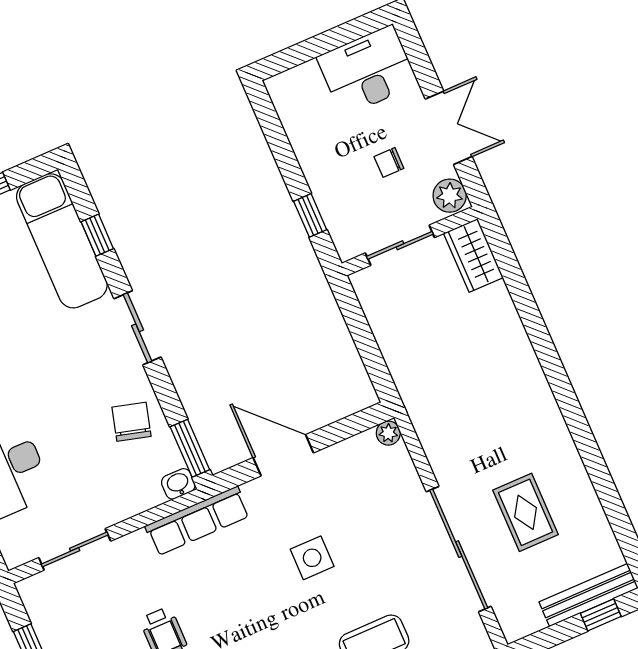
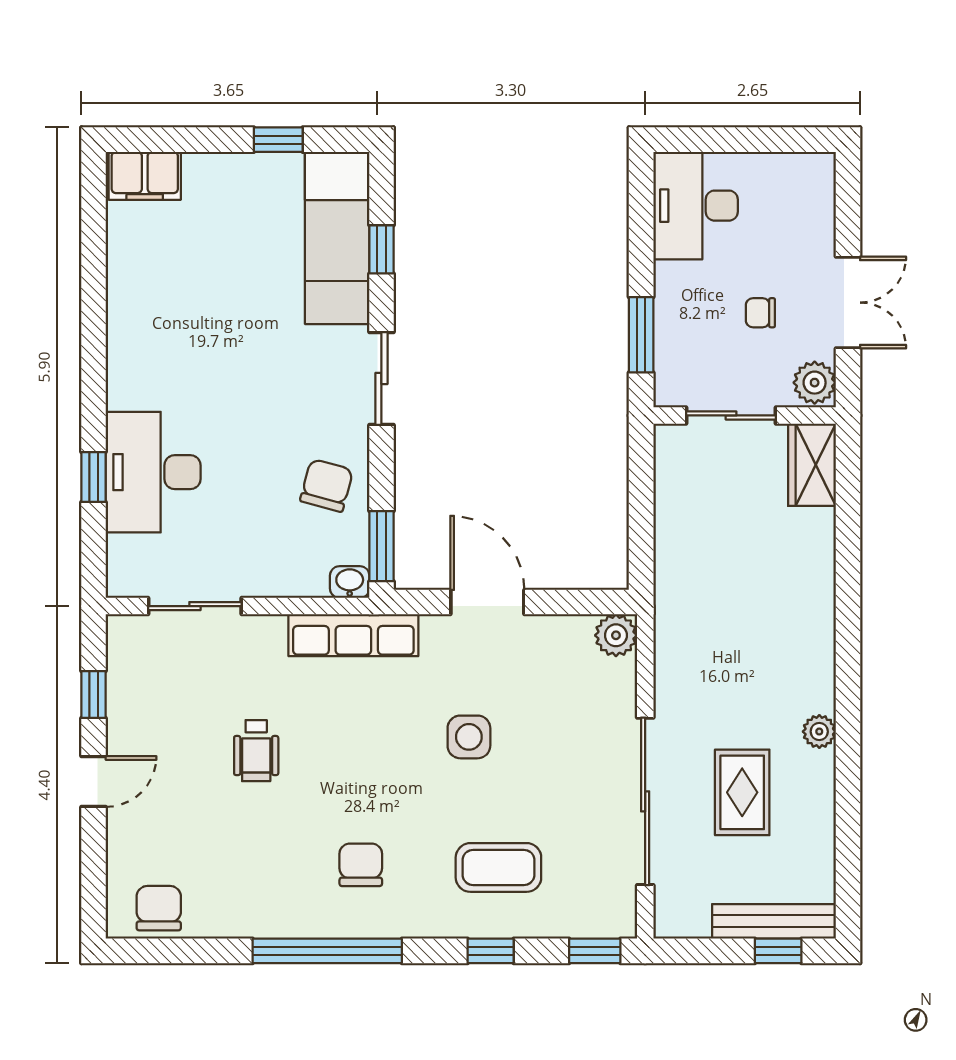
desk: (367, 71) -> (696, 206), moved, turned -90
window: (310, 215) -> (641, 335), width x1.50
plant: (388, 433) -> (616, 635), width x1.38, depth x1.38
plant: (562, 445) -> (819, 732), added

